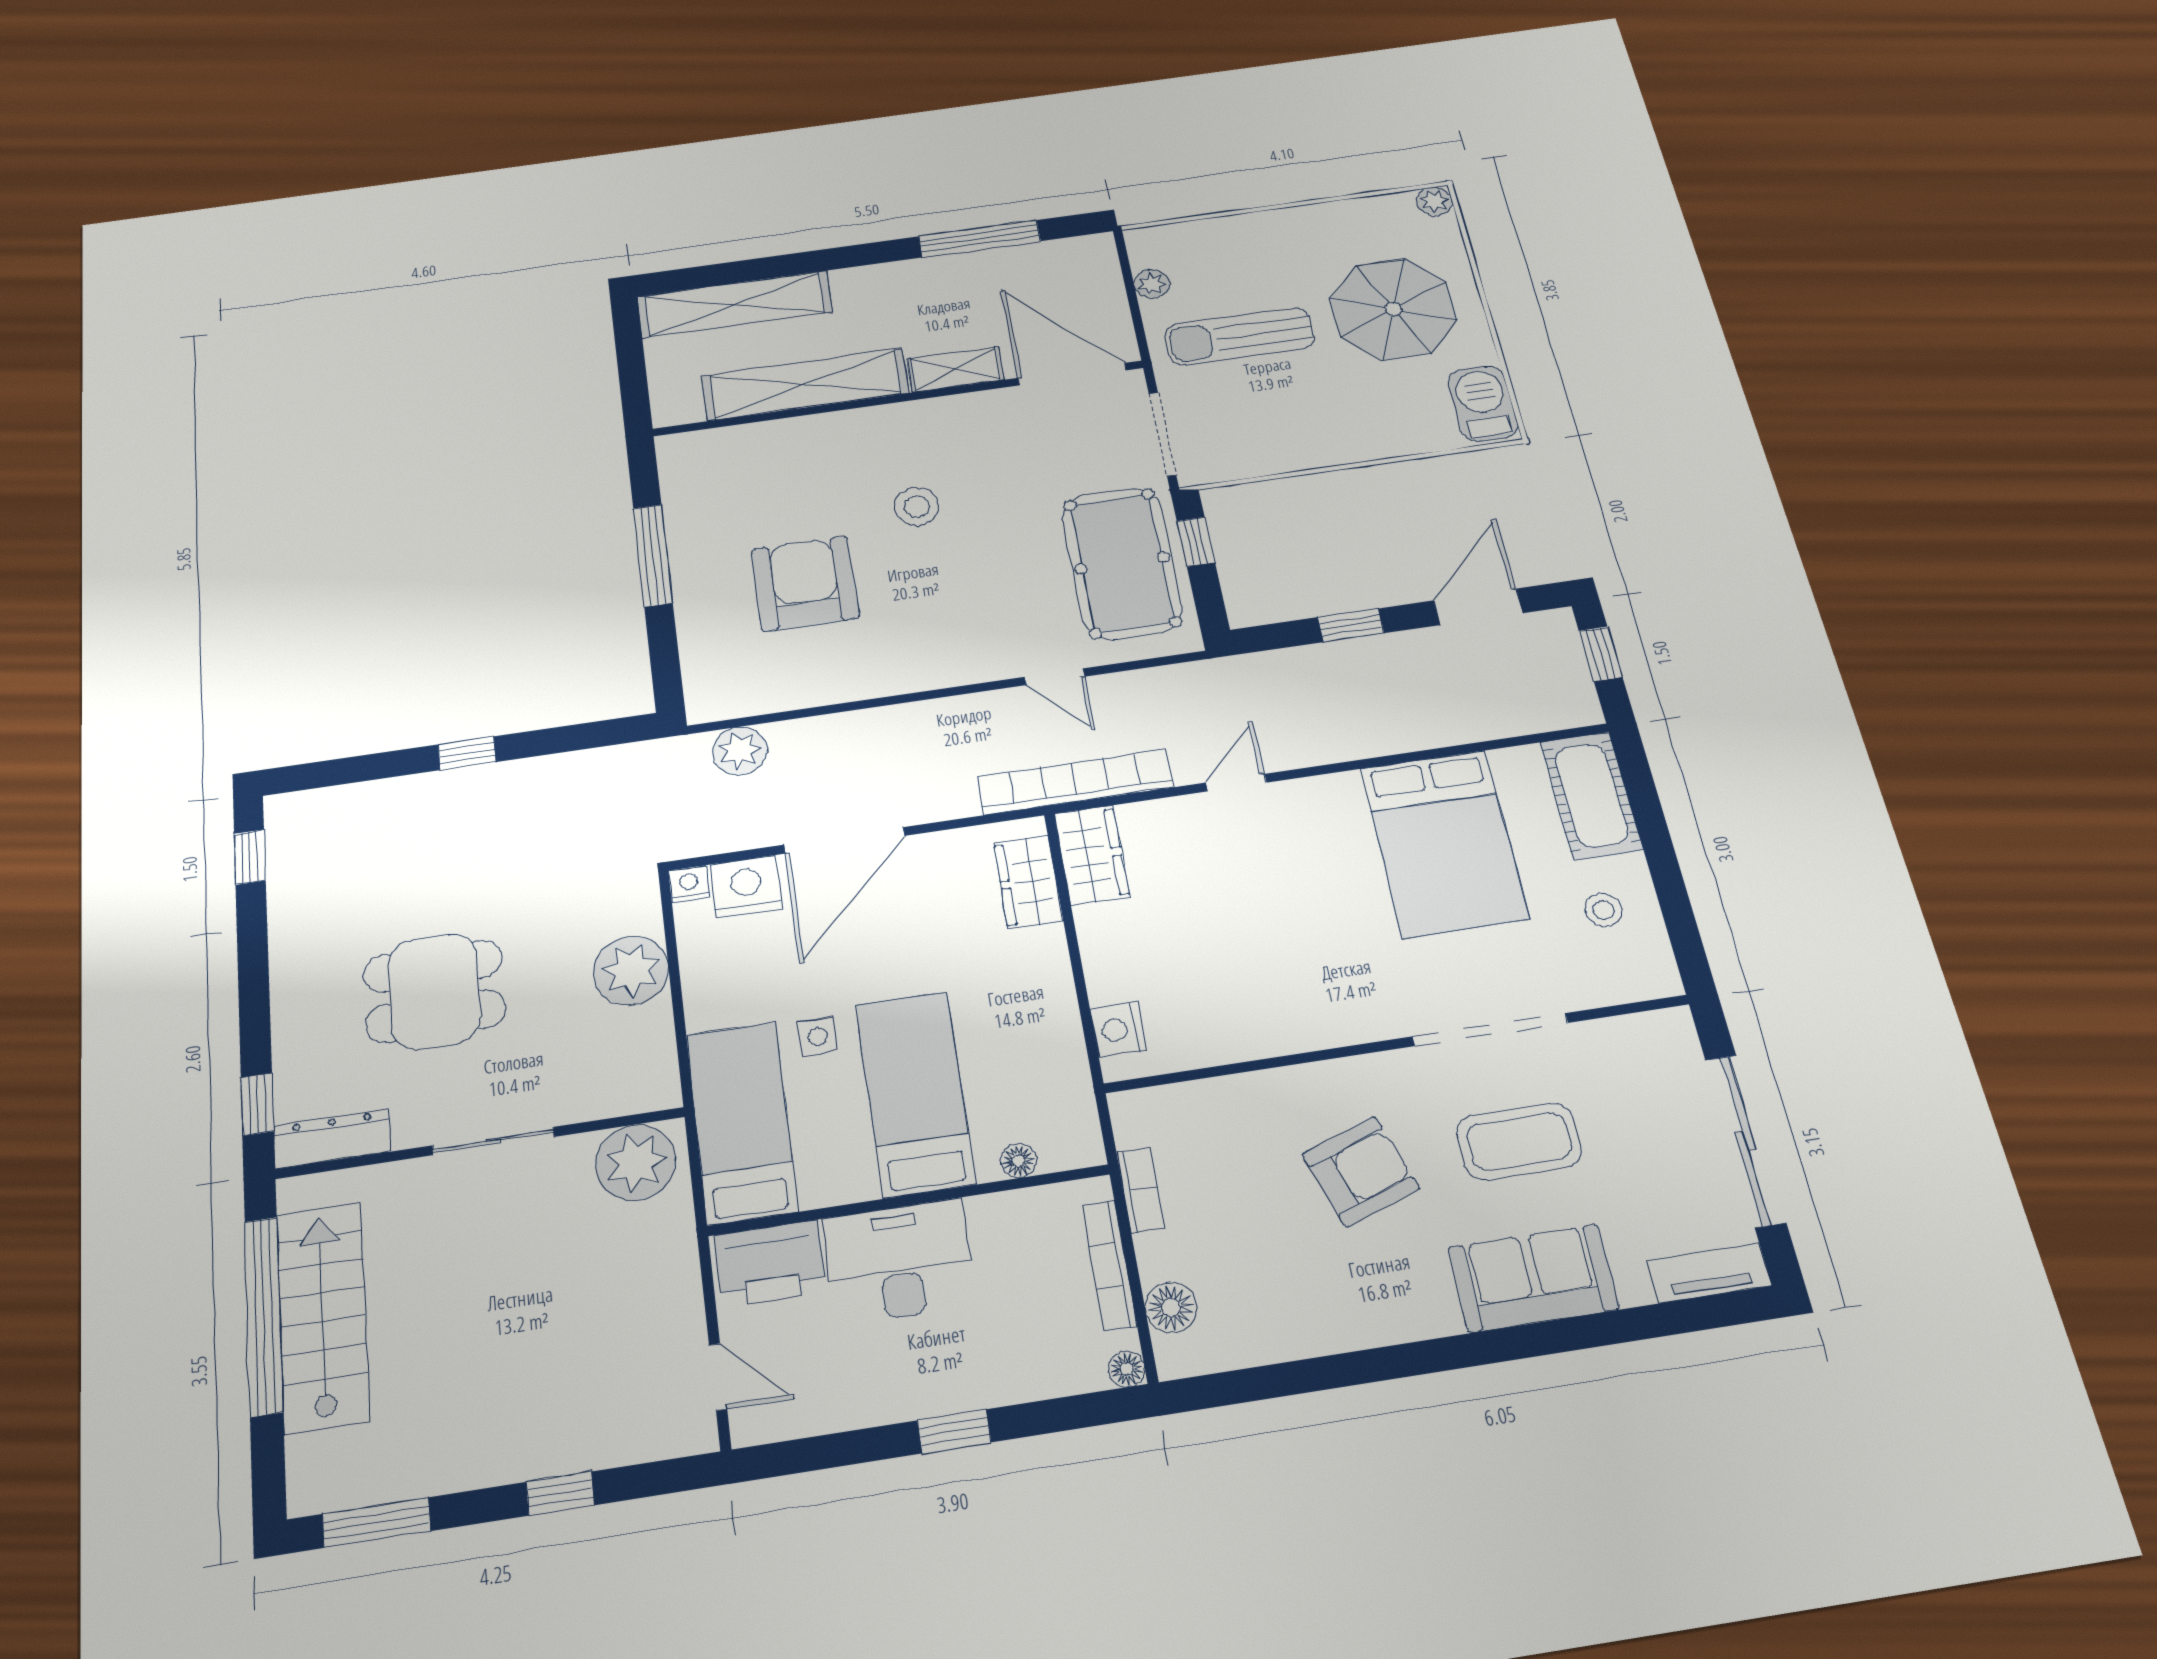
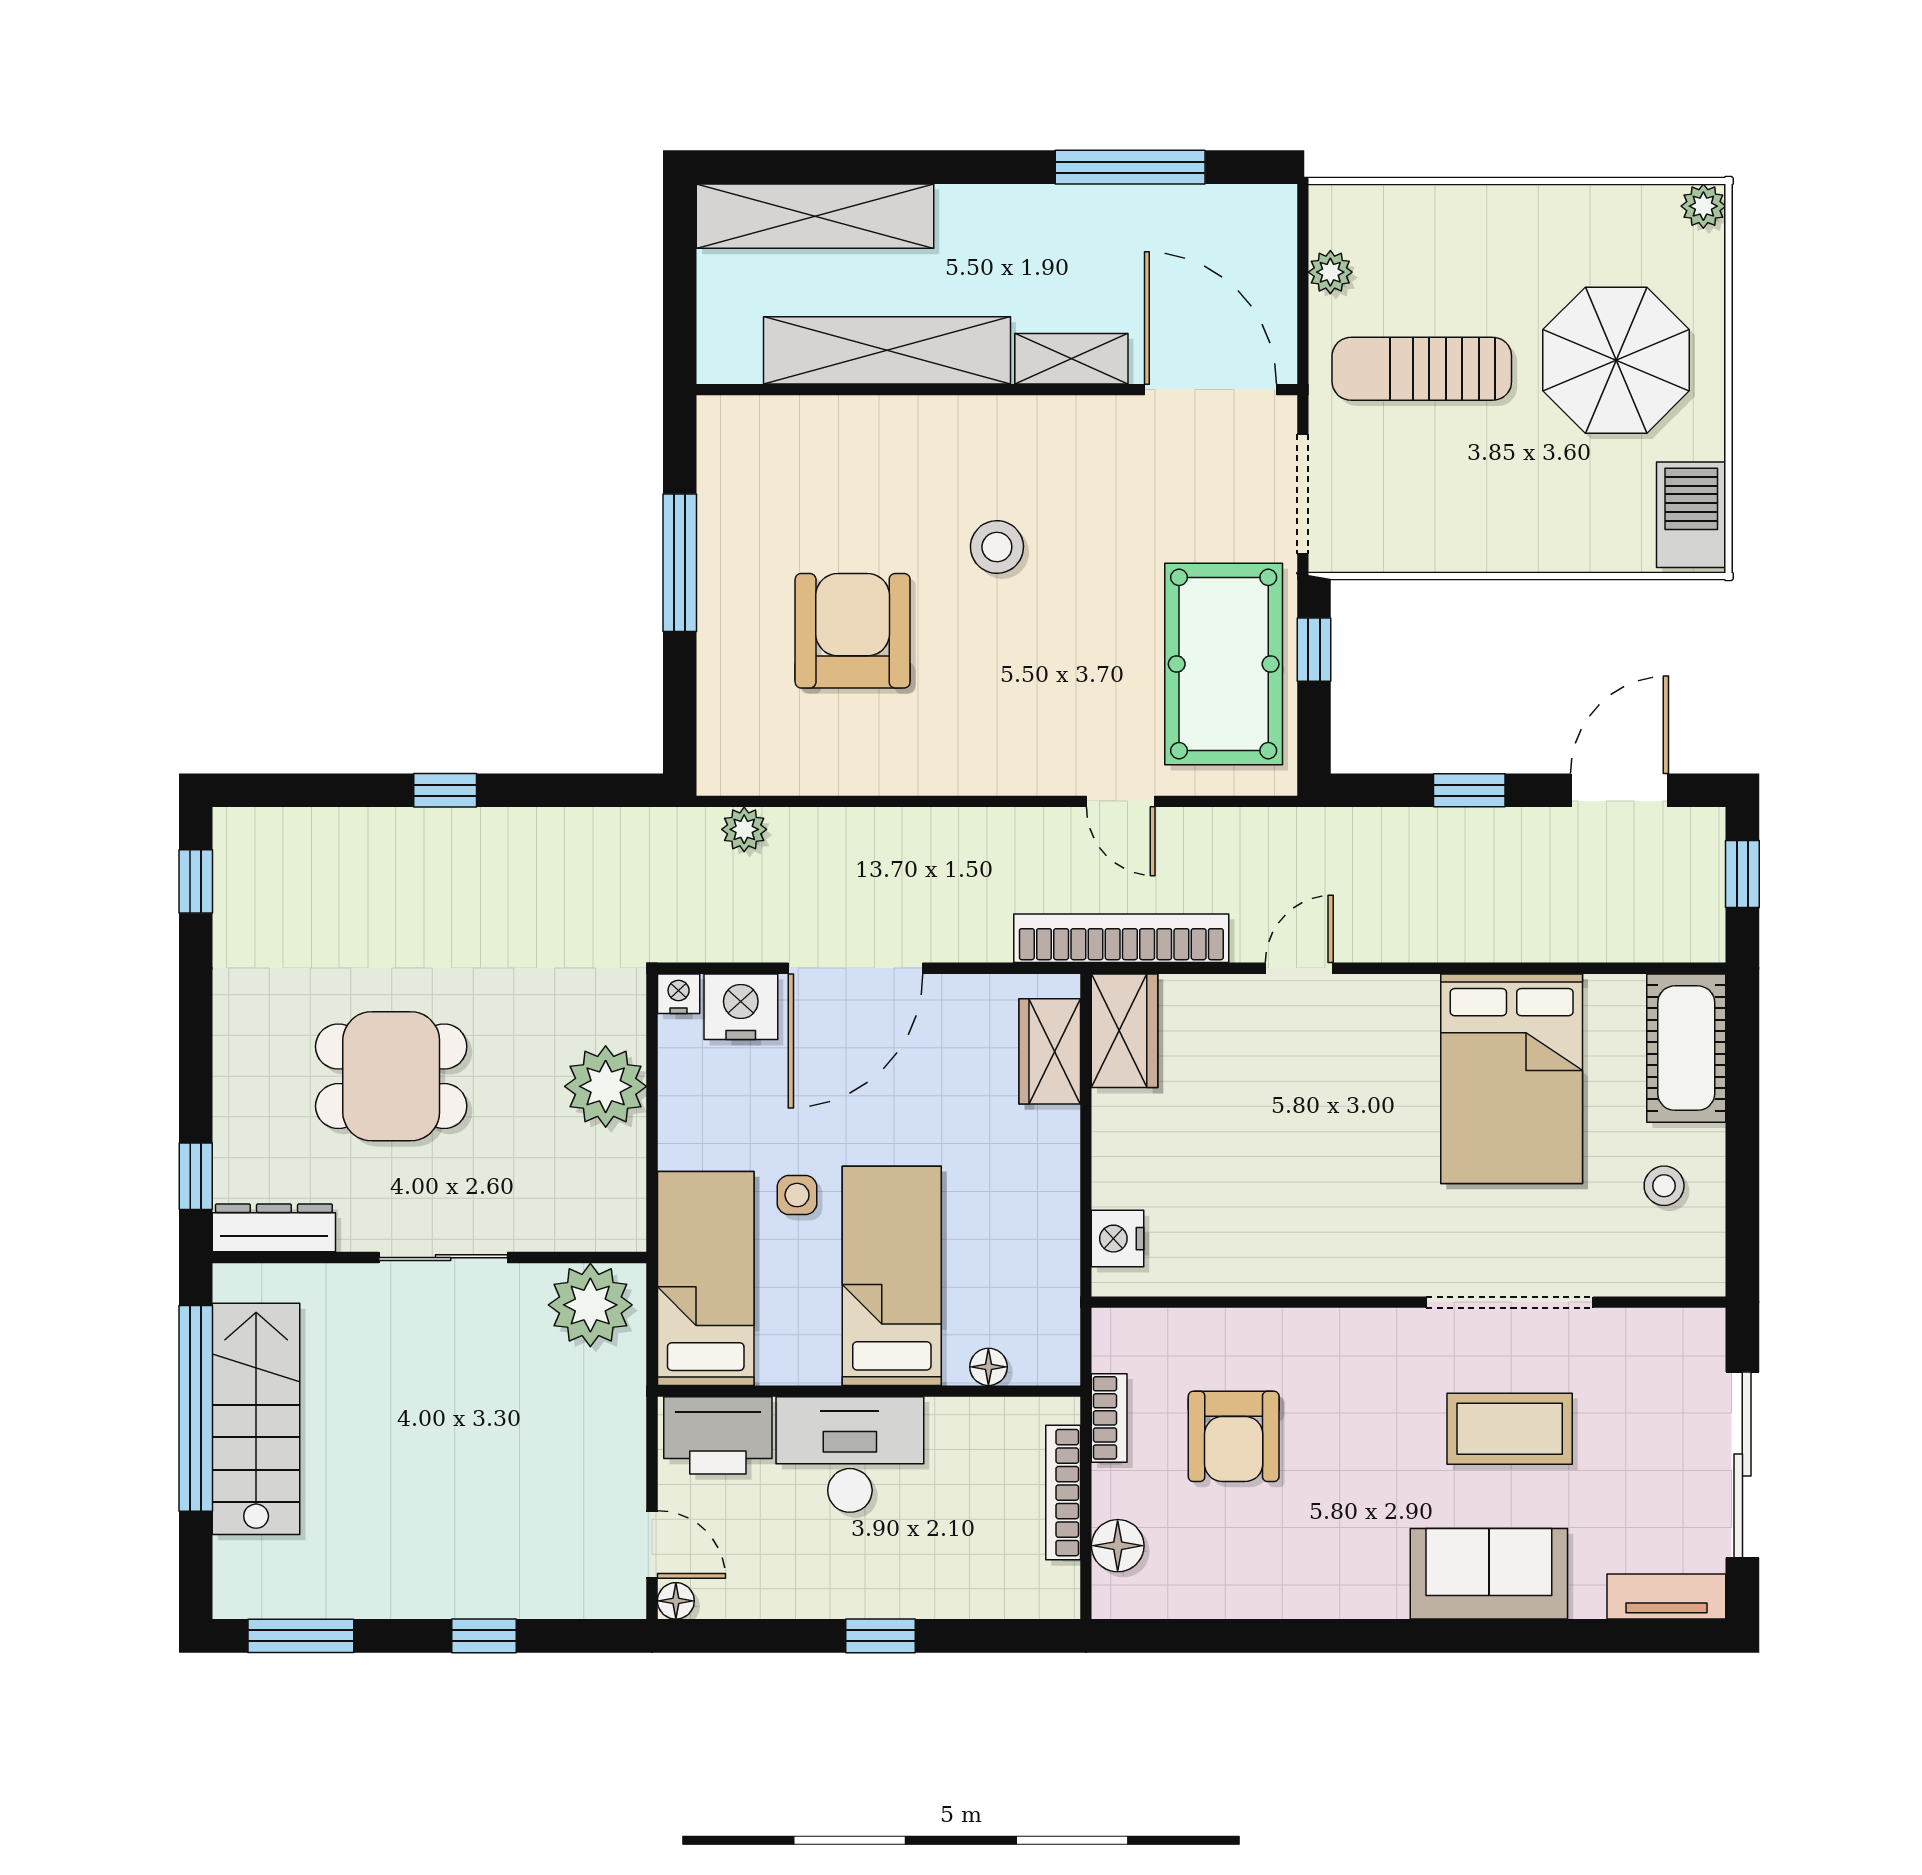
plant: (740, 751) -> (744, 829), width x0.73, depth x0.73
armchair: (1361, 1172) -> (1234, 1436), moved, turned 109
floor lamp: (1127, 1369) -> (676, 1601), moved

